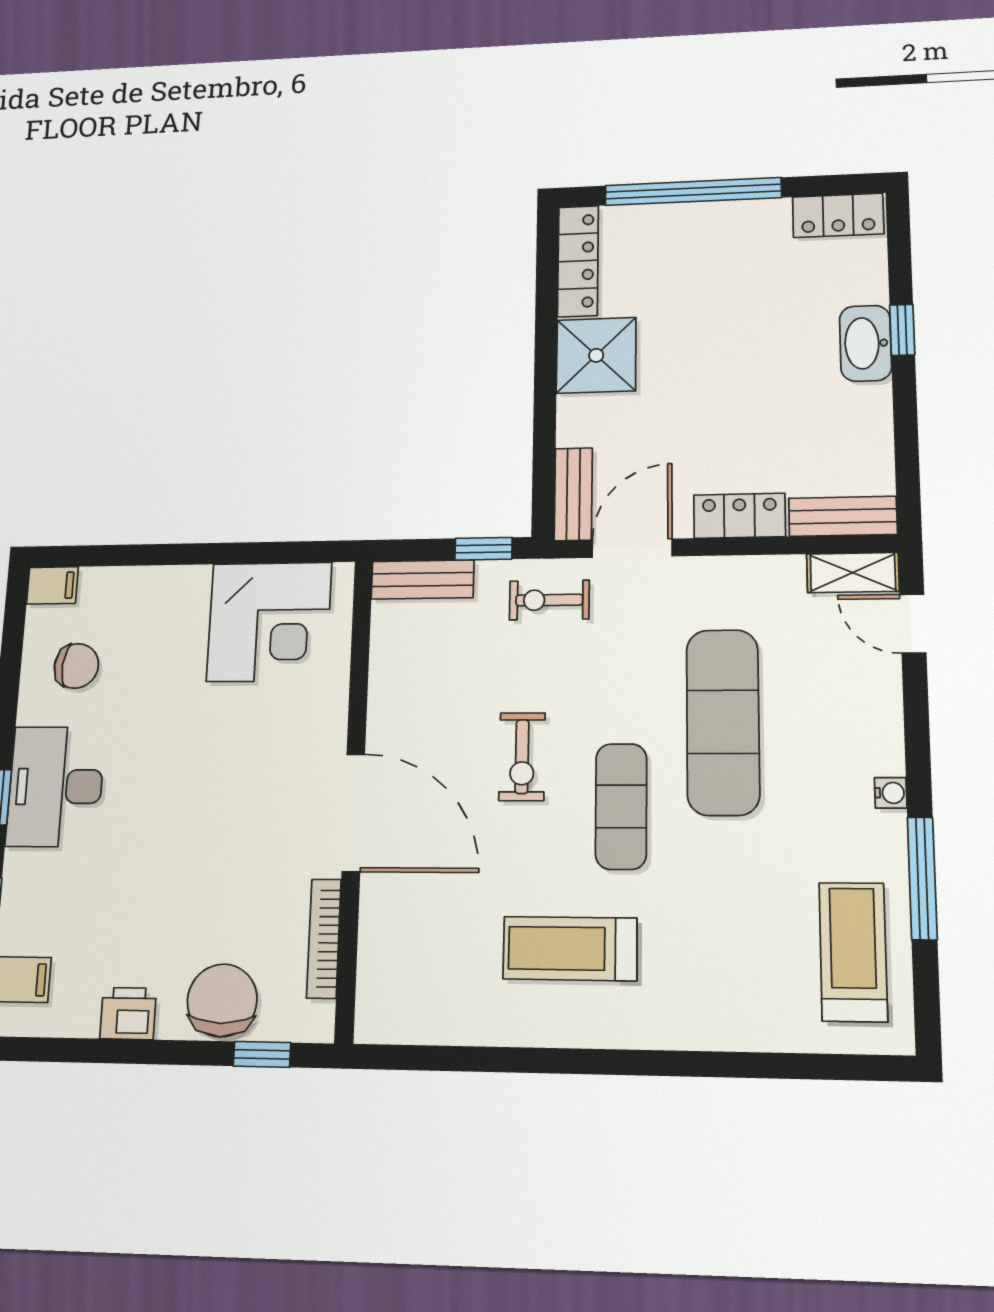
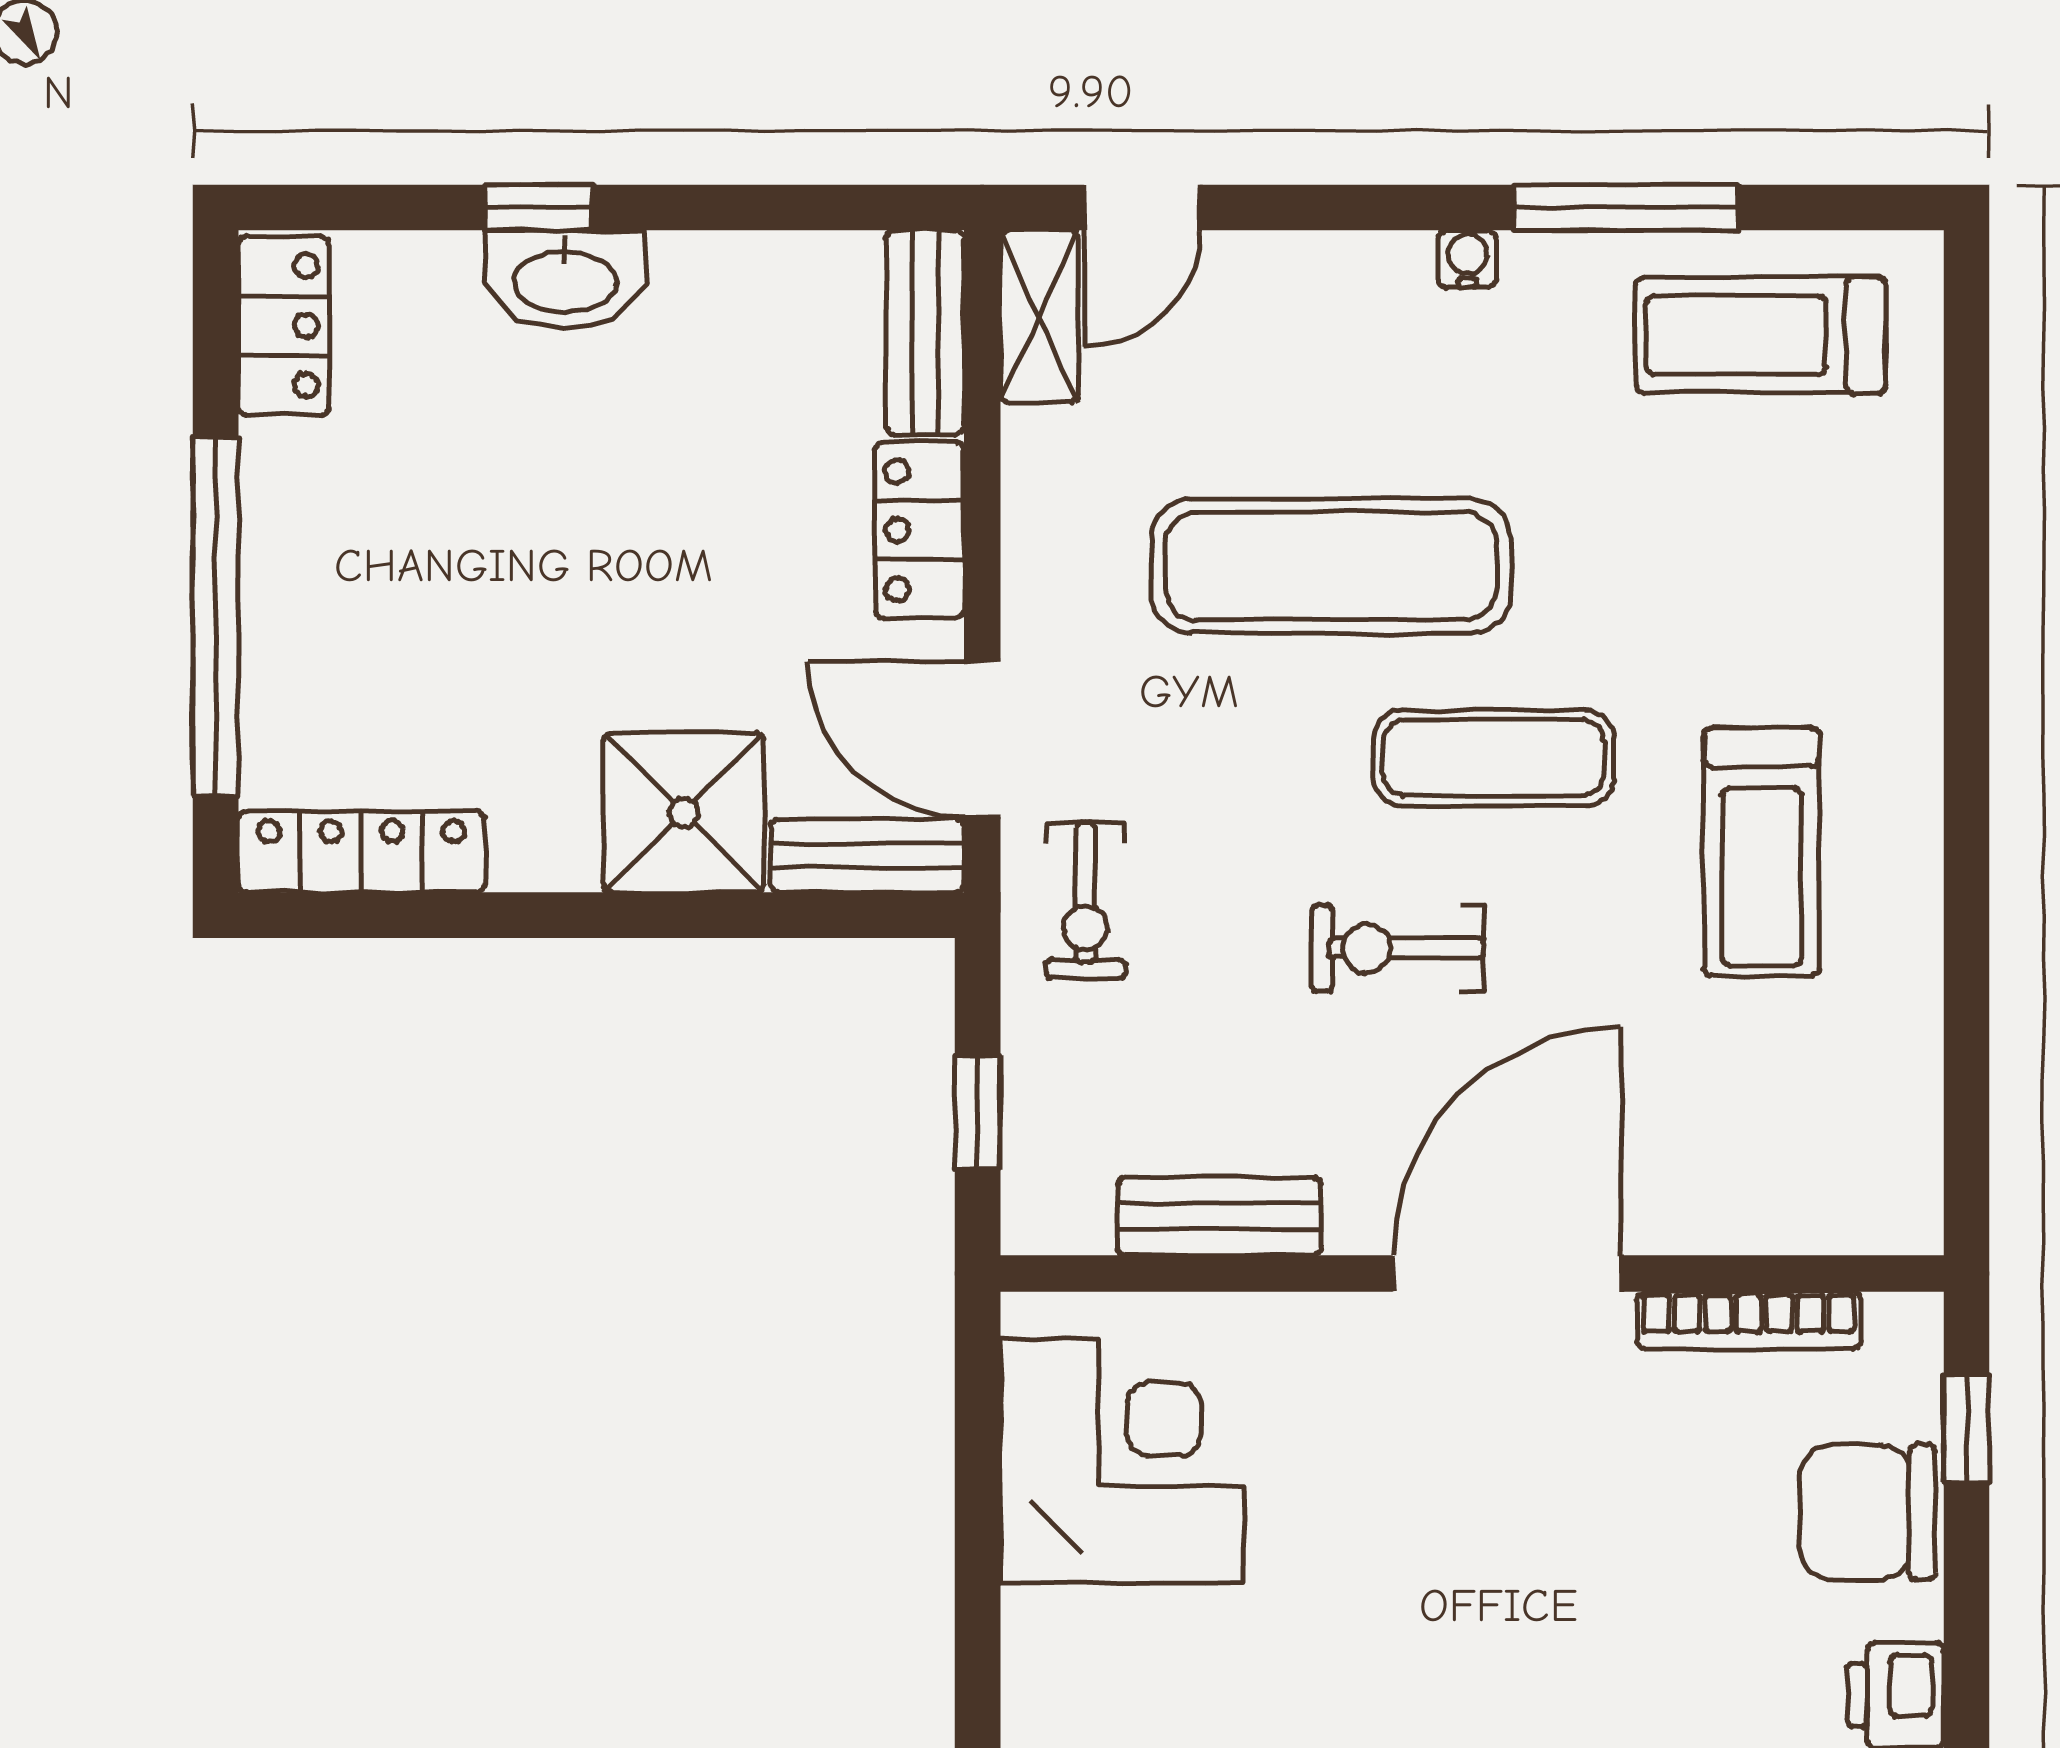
shower: (596, 355) -> (684, 813), moved
window: (483, 549) -> (978, 1112), moved
bench: (423, 580) -> (1219, 1216), moved, turned 90
exercise bike: (522, 757) -> (1398, 948), turned 180

